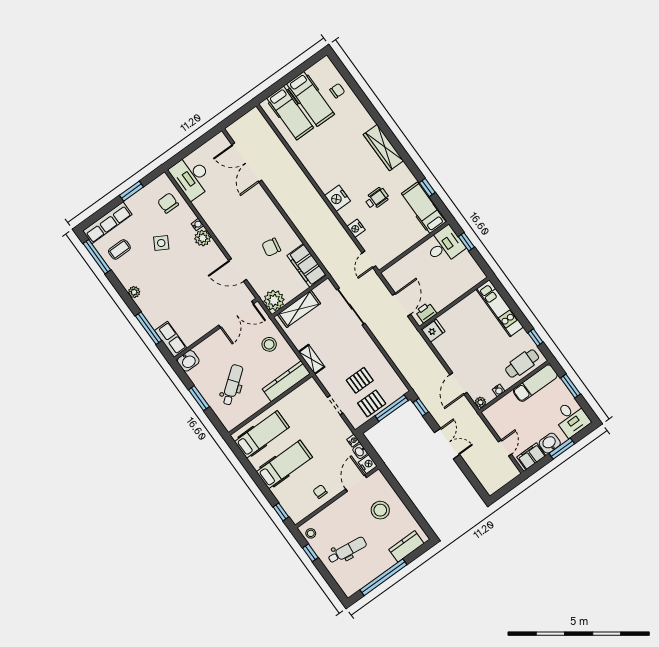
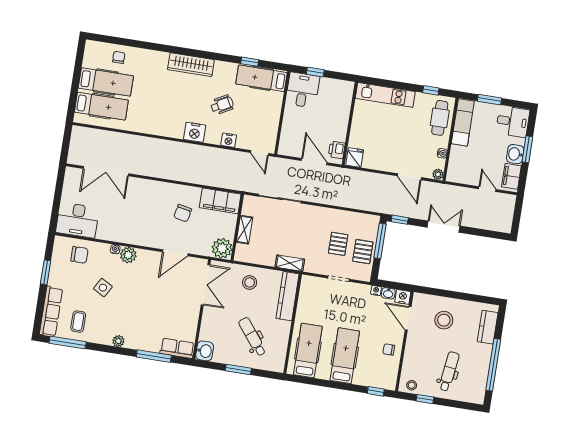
wheelchair: (377, 198) -> (222, 105), turned 61
chair: (168, 203) -> (79, 255), turned 180
shelving: (299, 309) -> (244, 230), width x0.67, depth x0.75

